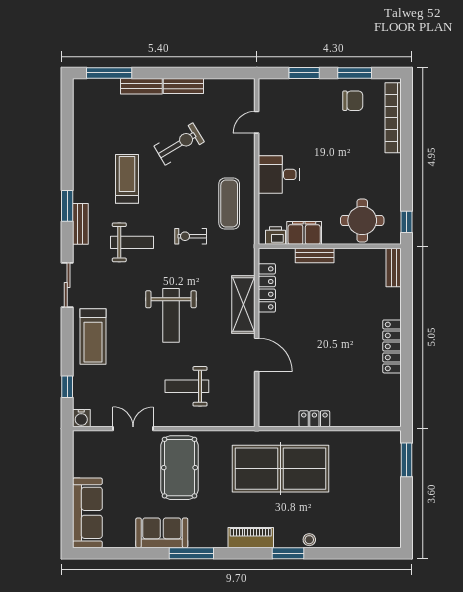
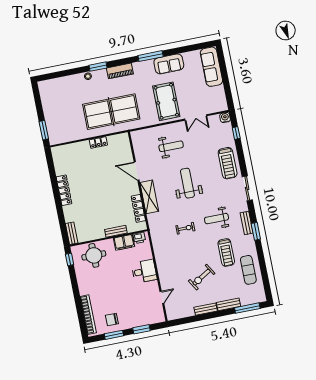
exercise mat: (229, 204) -> (248, 270), moved
treadmill: (93, 336) -> (228, 163), turned 180

